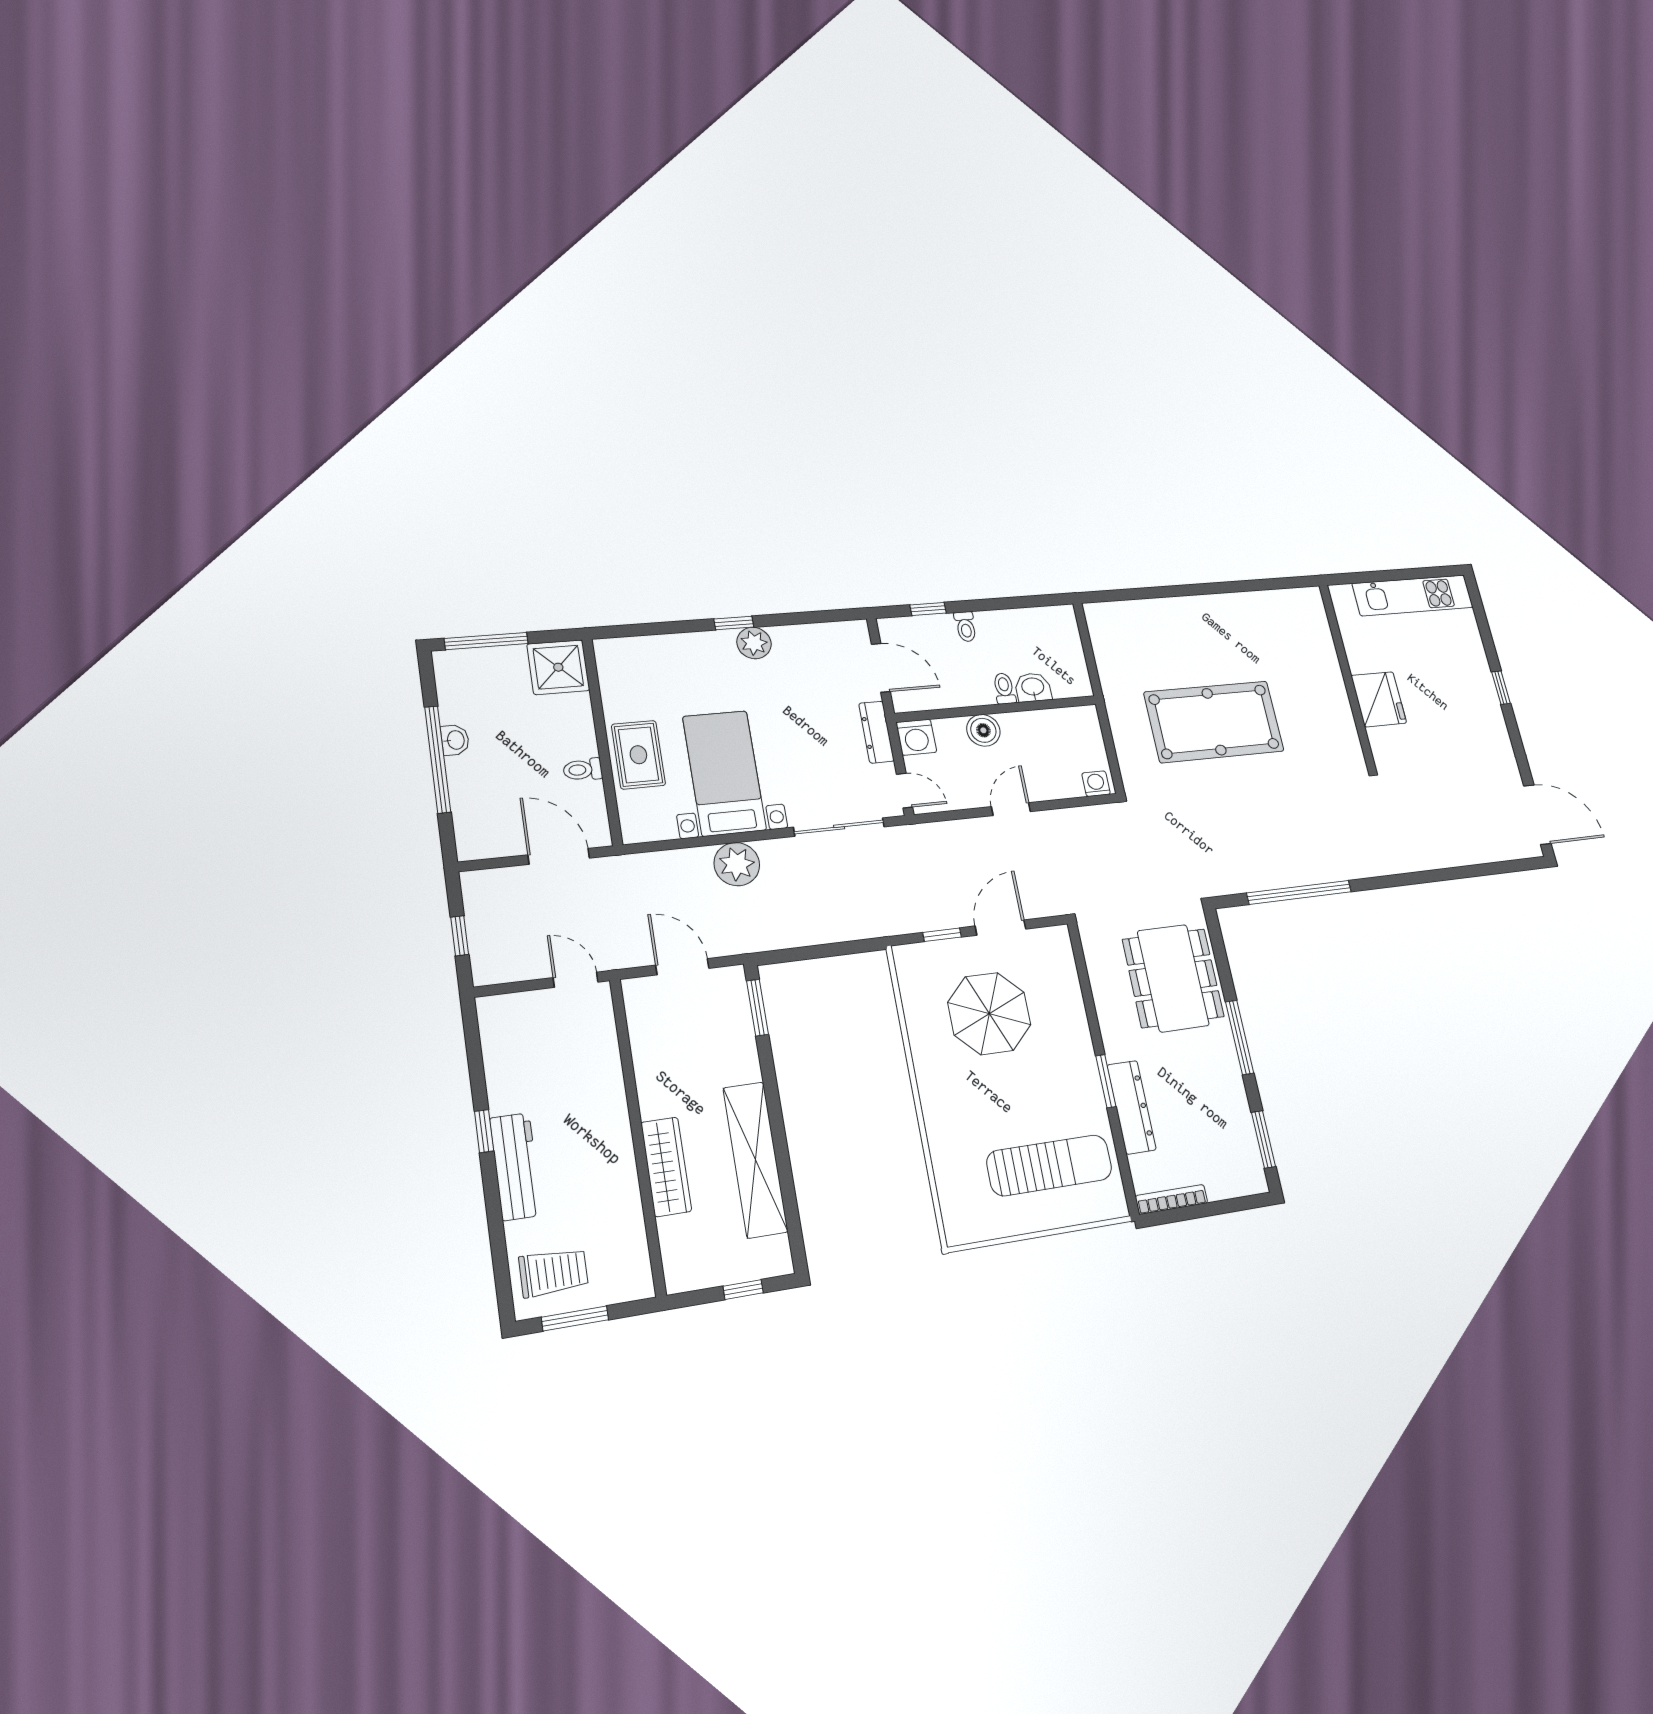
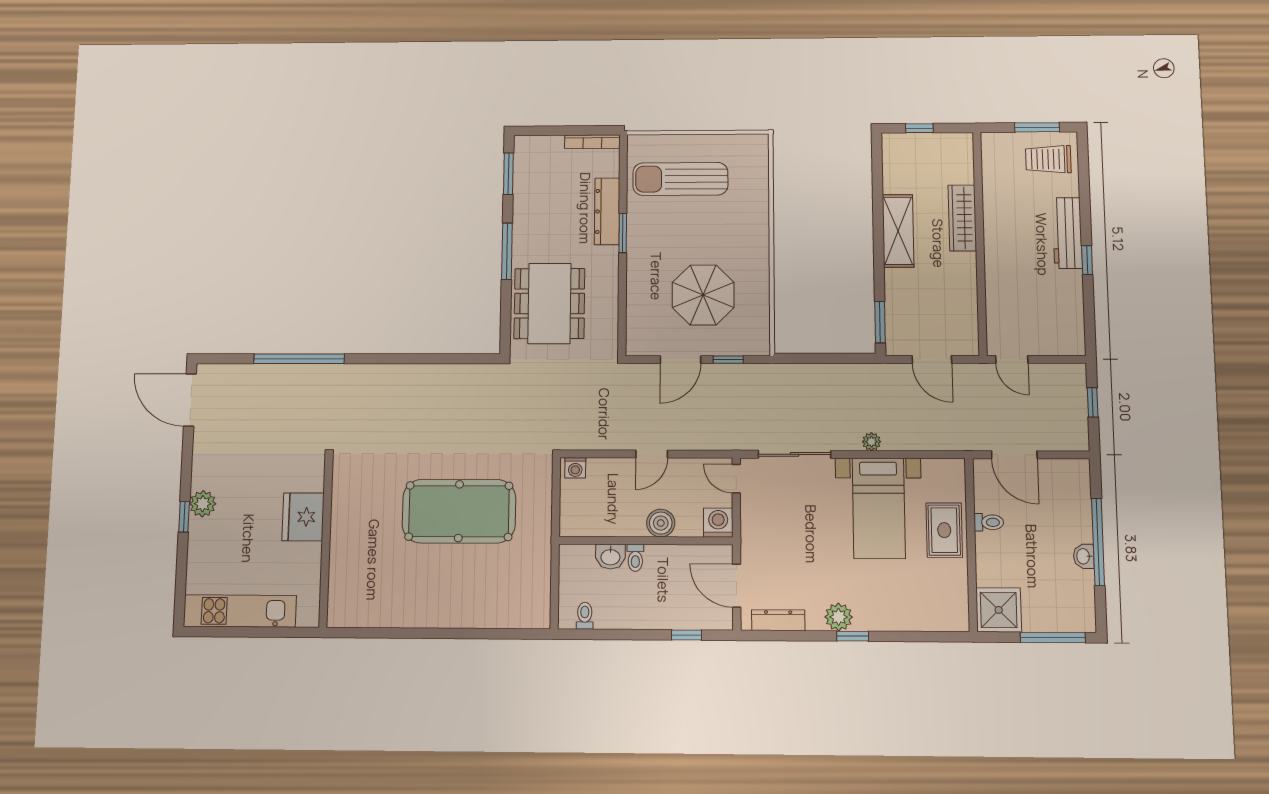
toilet: (966, 627) -> (585, 616), moved
plant: (1487, 703) -> (203, 504), added
dresser: (876, 732) -> (778, 620), moved, turned -90
plant: (737, 864) -> (871, 442), width x0.53, depth x0.53
window: (1299, 892) -> (299, 359), moved
shelving: (755, 1159) -> (898, 231), width x0.68

